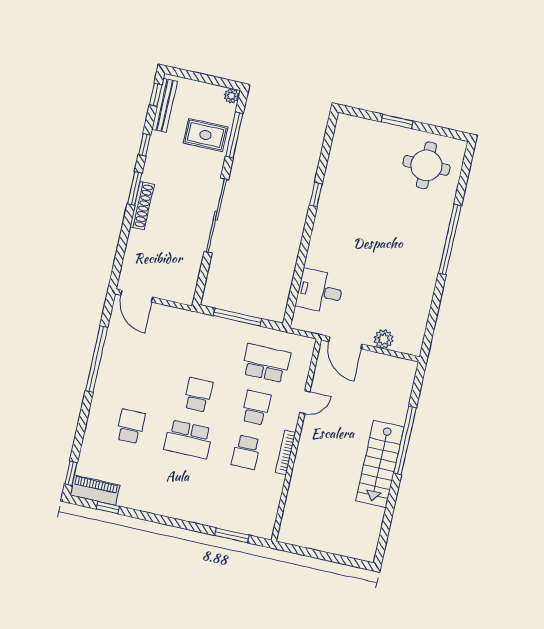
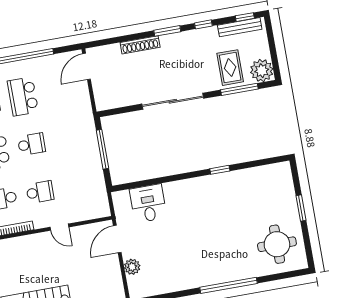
plant: (232, 96) -> (262, 71), width x1.88, depth x1.88
shoe rack: (142, 206) -> (140, 45), moved
school desk: (266, 363) -> (23, 96), moved, turned 180

